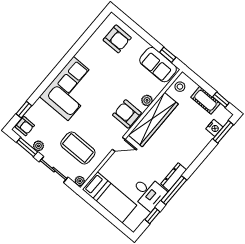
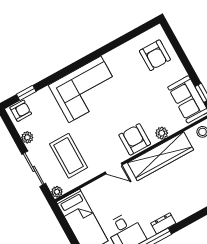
armchair: (25, 126) -> (21, 111), turned -90
window: (27, 147) -> (15, 134), removed
dresser: (174, 177) -> (163, 223), width x0.70

